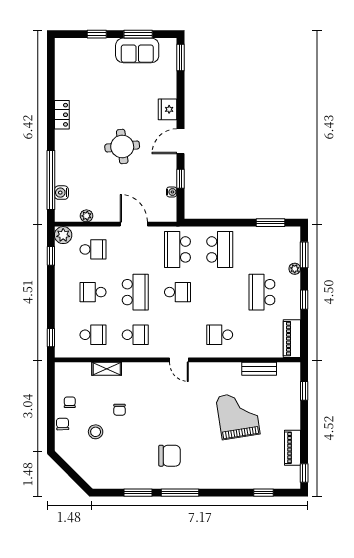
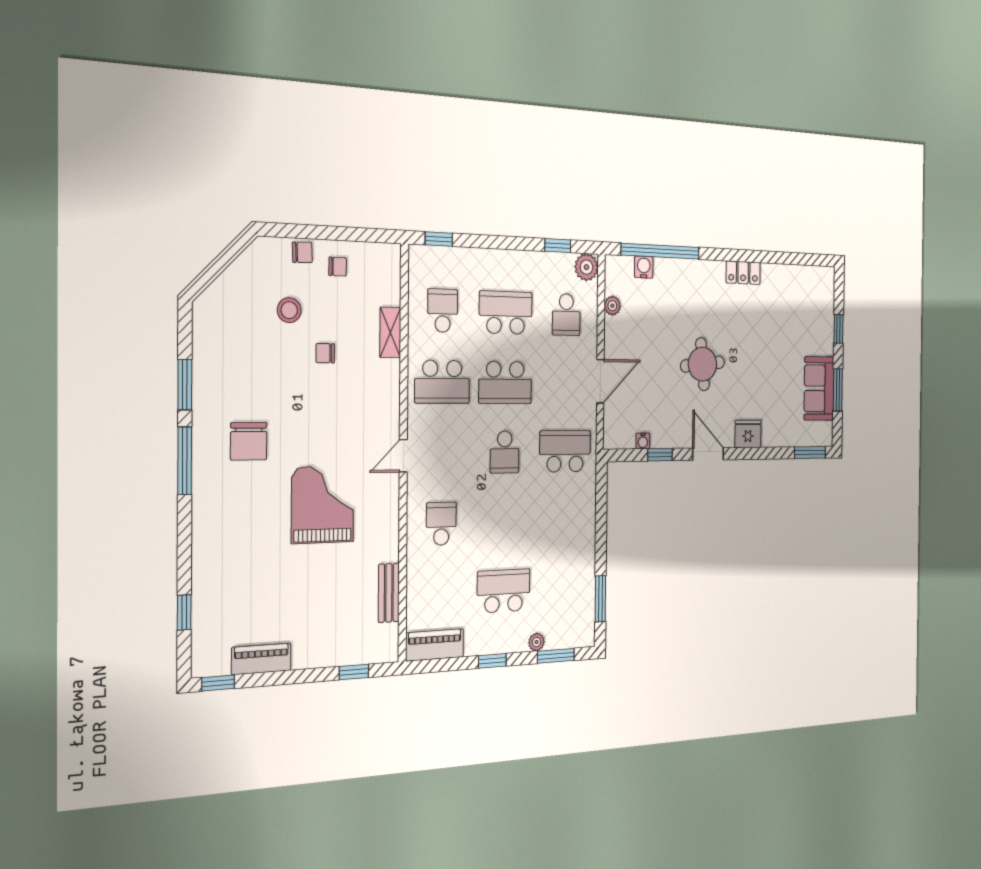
school desk: (220, 249) -> (565, 519), removed
school desk: (93, 292) -> (506, 313), width x1.85
school desk: (93, 335) -> (443, 311), turned 180
school desk: (135, 335) -> (442, 382), width x1.85
grand piano: (238, 415) -> (323, 505), moved, turned -81

